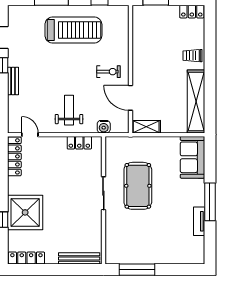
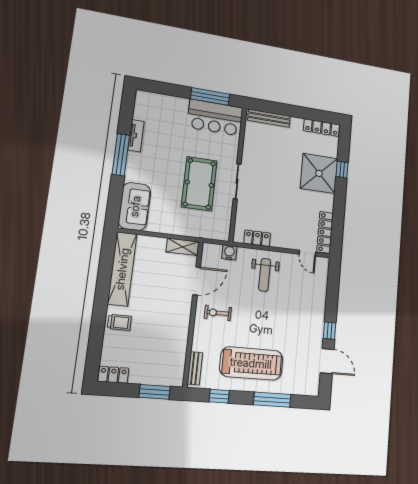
treadmill: (73, 30) -> (251, 363), turned 180
bench: (13, 81) -> (195, 368), moved
door: (130, 98) -> (197, 281), hinge flipped
bar counter: (130, 250) -> (215, 117), added

